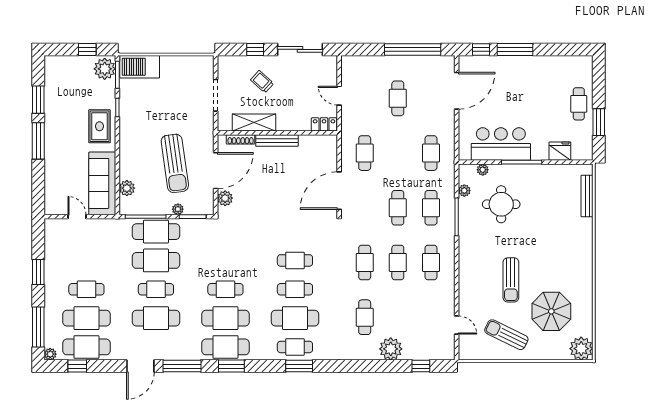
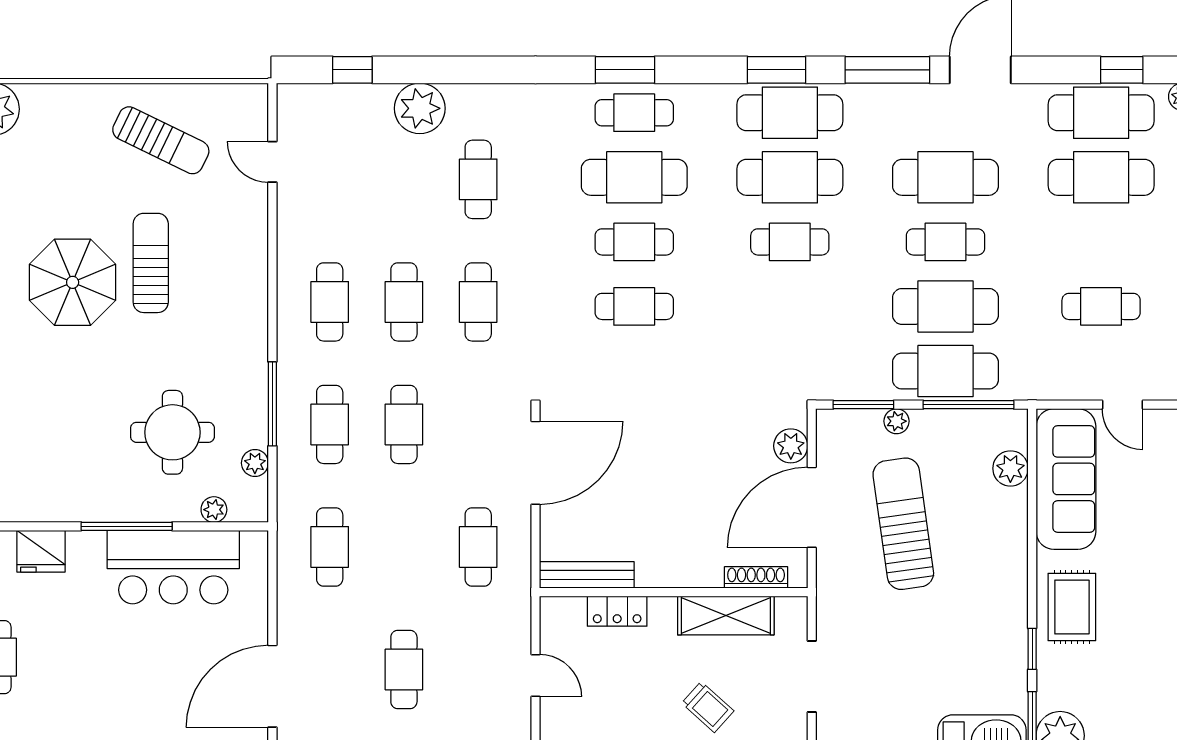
locker: (324, 124) -> (617, 611), moved
bench: (277, 141) -> (587, 575), moved
cafe table: (86, 289) -> (1101, 306), moved
parasol: (551, 311) -> (73, 282), moved

